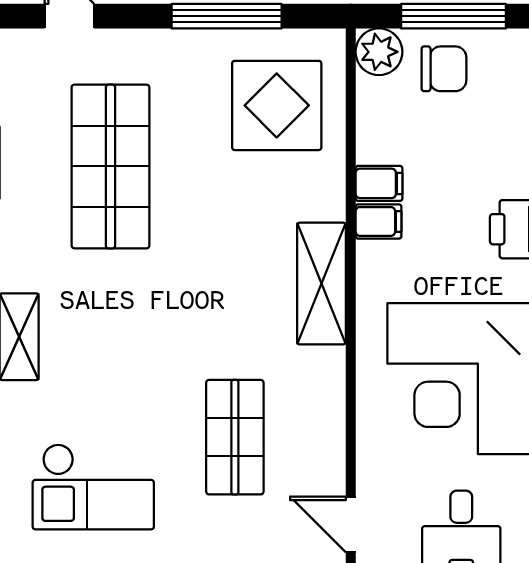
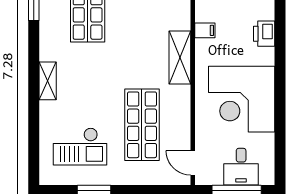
filing cabinet: (379, 183) -> (205, 14), removed
shop shelf: (235, 437) -> (142, 125), width x1.43, depth x1.36

